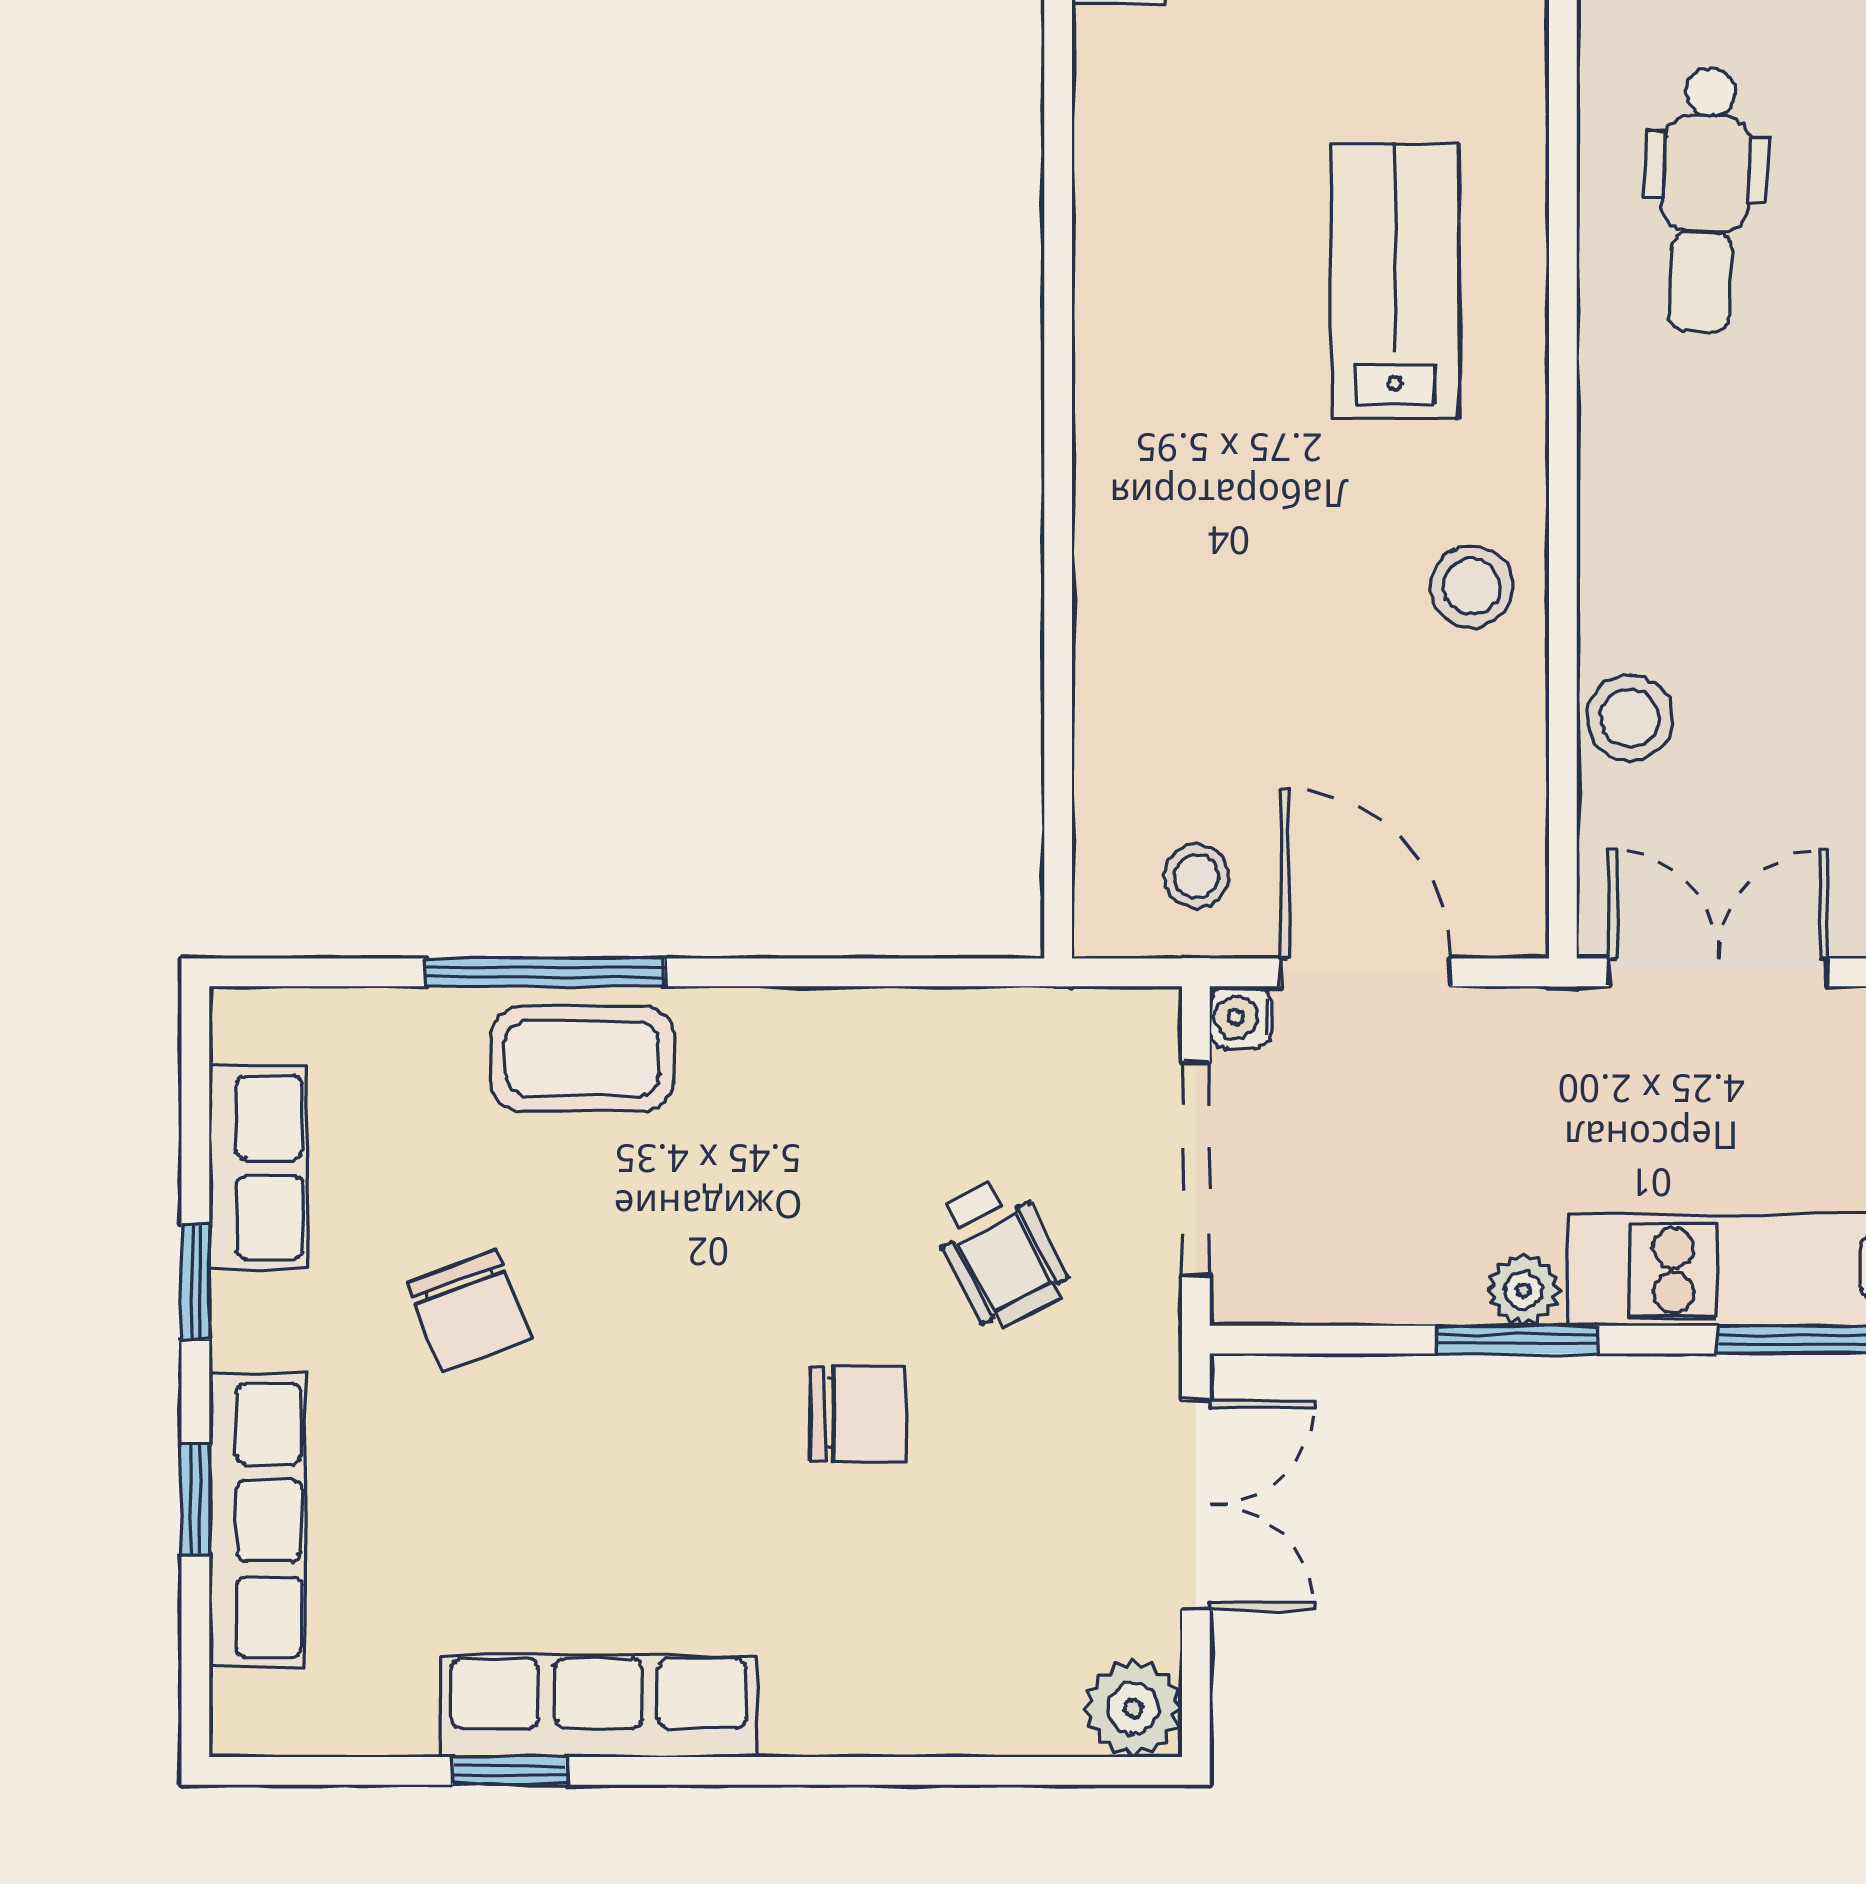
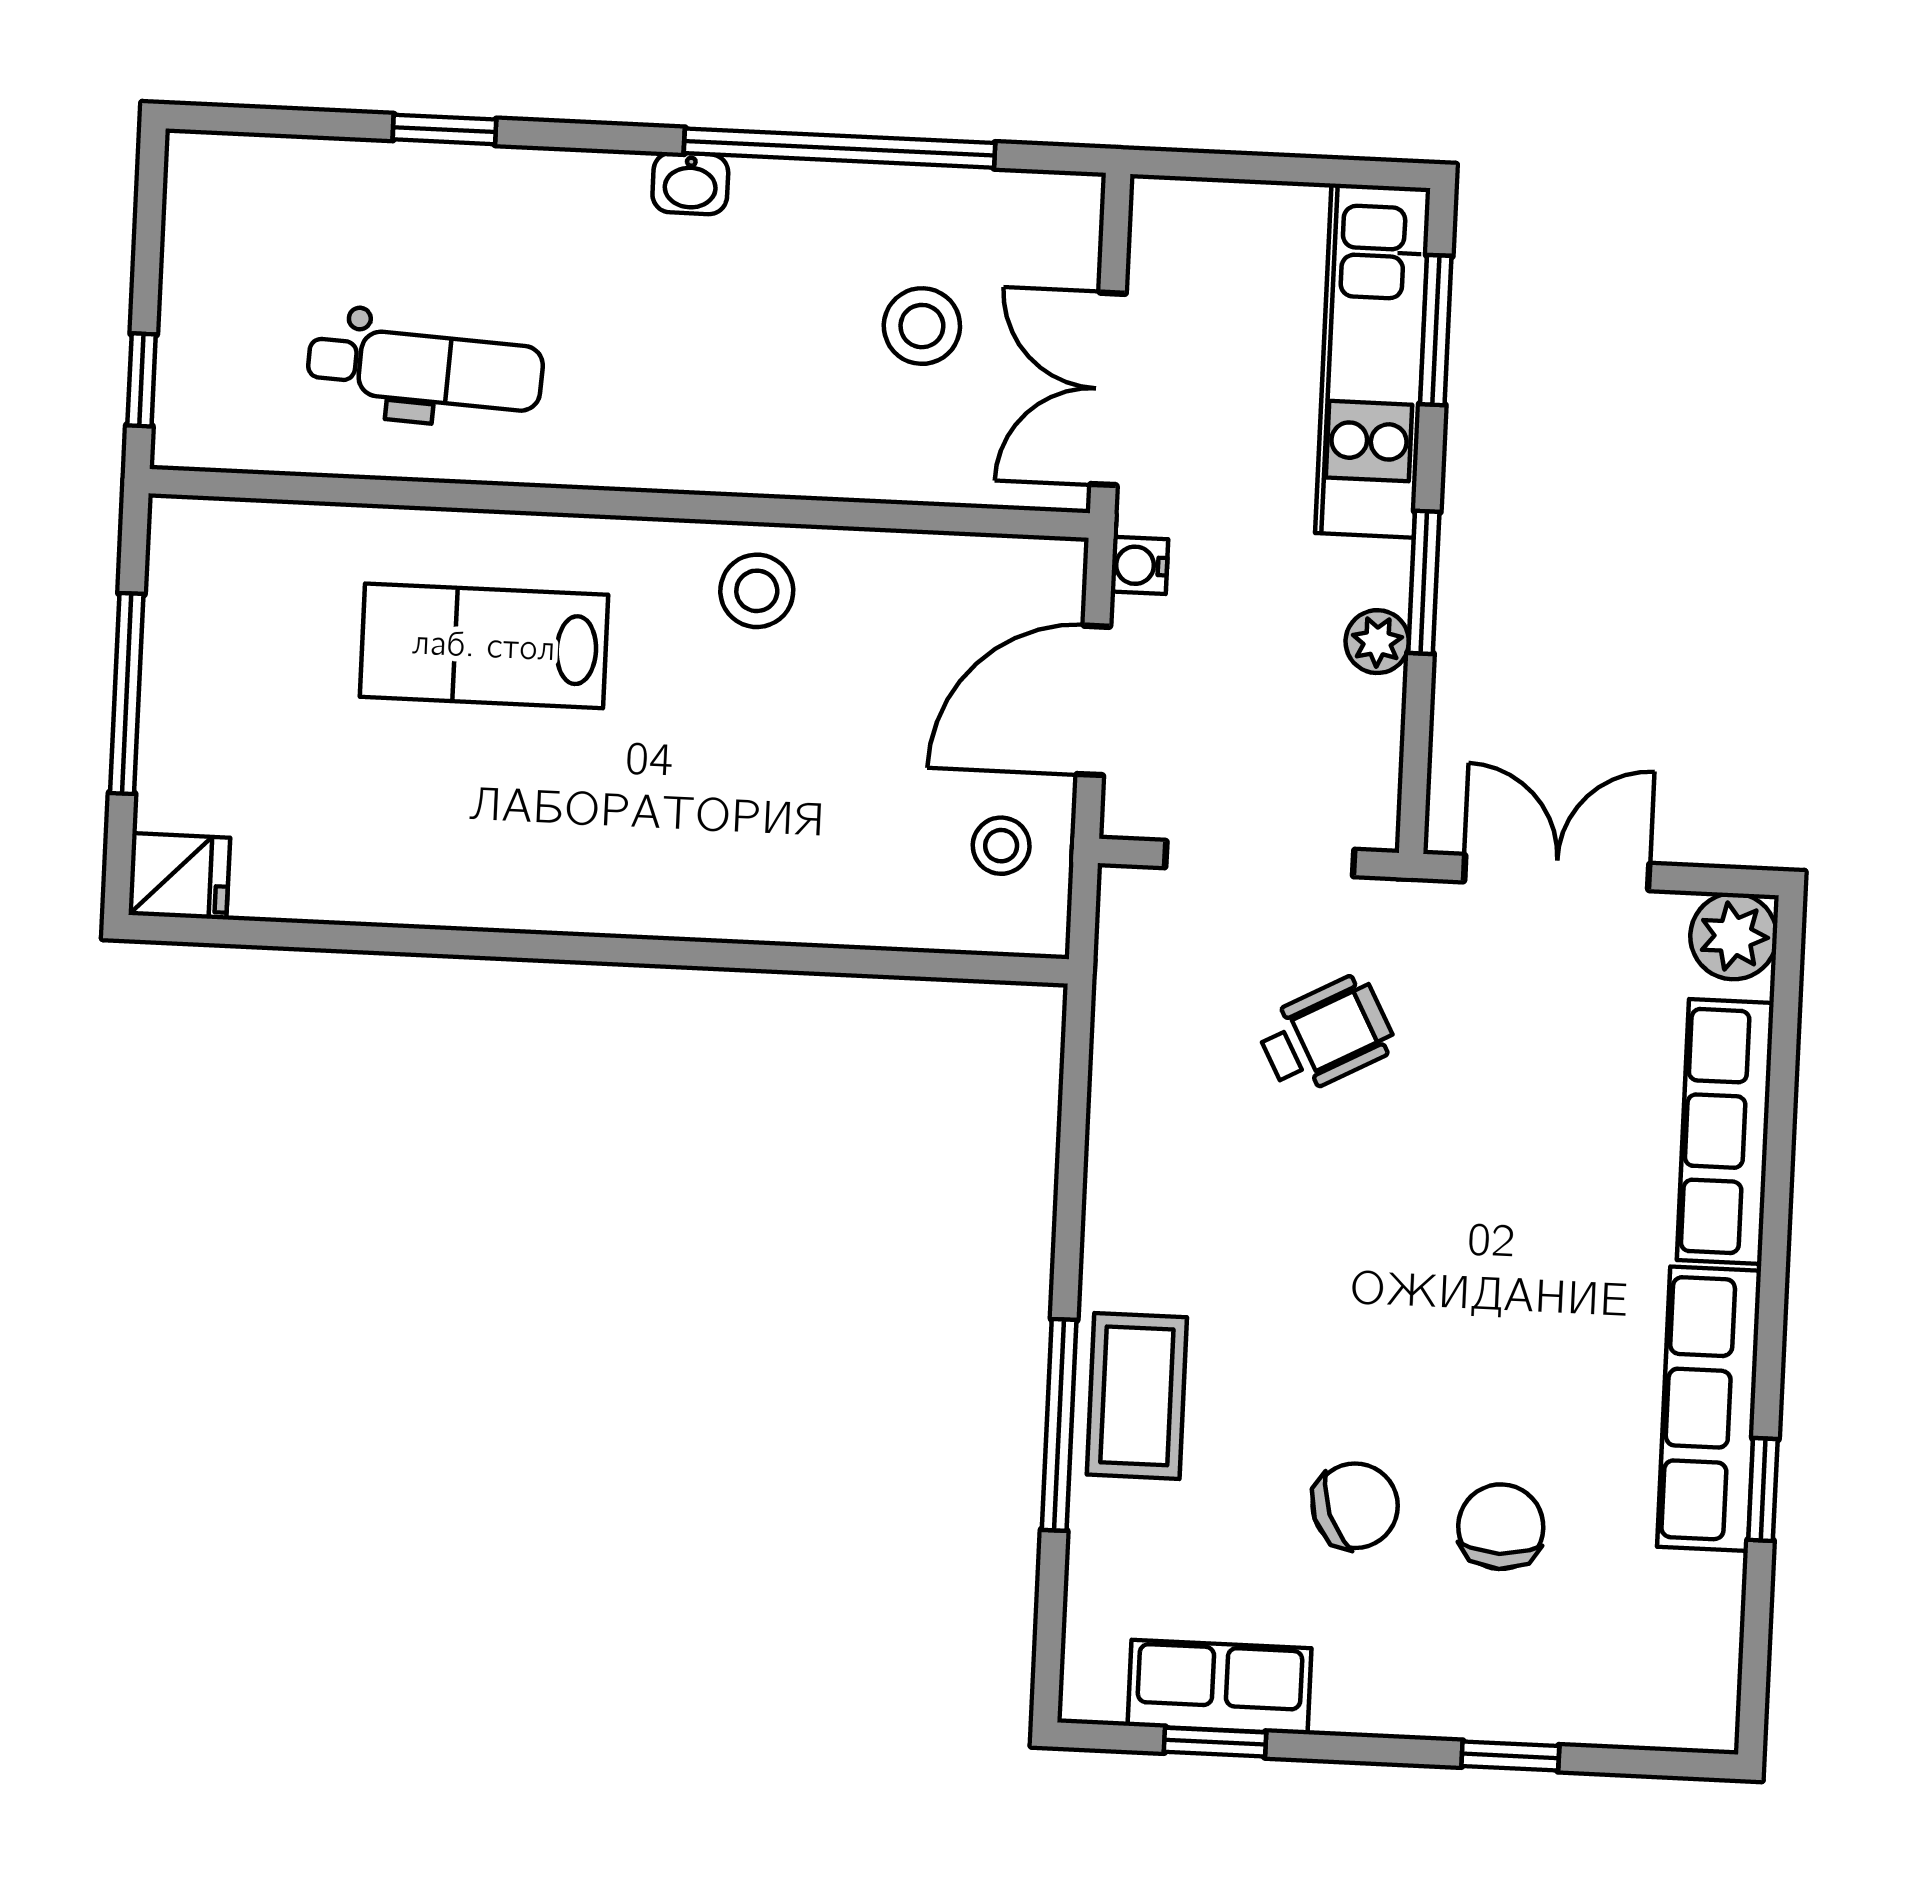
stool: (1630, 718) -> (922, 326), moved
water cooler: (1241, 1017) -> (1139, 565), moved, turned 90
window: (195, 1282) -> (1215, 1742), moved
plant: (1523, 1290) -> (1377, 642), moved
chair: (858, 1413) -> (1501, 1527), moved
row of seats: (257, 1520) -> (1725, 1132), moved, turned -90

